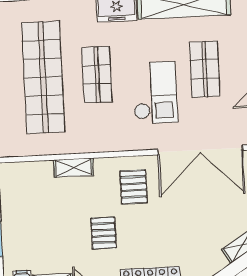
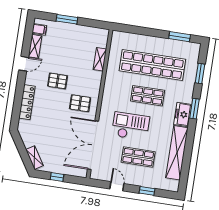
checkout: (155, 93) -> (131, 126), turned 180
shelving: (73, 168) -> (100, 59), moved

